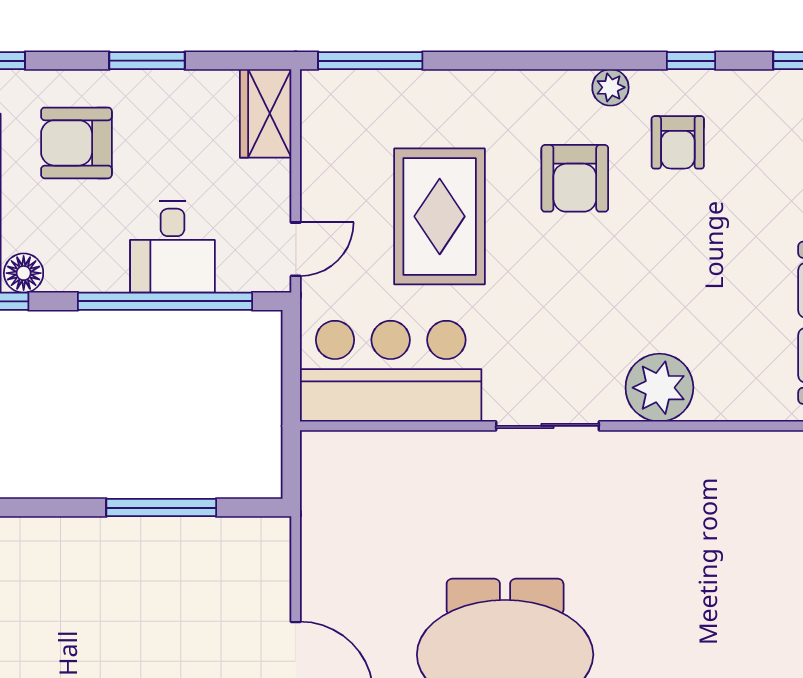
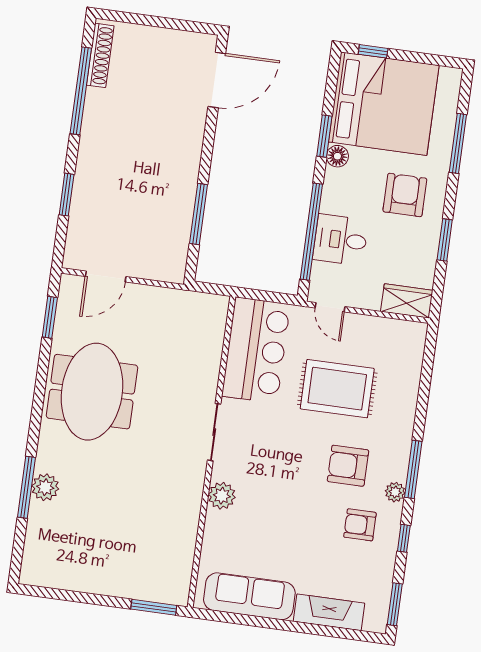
window: (370, 61) -> (413, 469), moved
plant: (659, 388) -> (222, 496), width x0.73, depth x0.73

